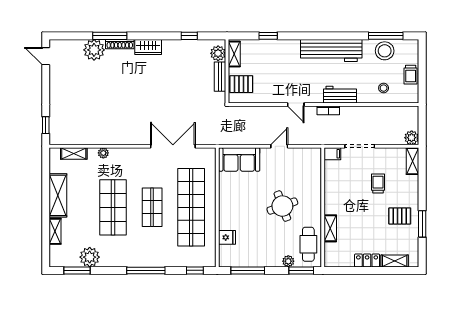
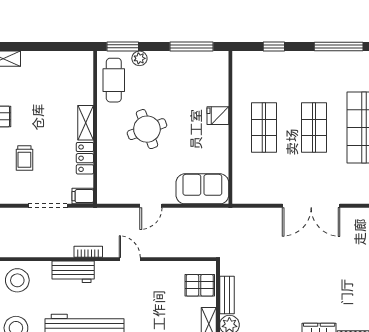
stool: (384, 88) -> (17, 280), width x1.89, depth x1.89
double door: (173, 146) -> (311, 206), moved
shop shelf: (191, 207) -> (264, 127), width x0.50, depth x0.74
shelving: (330, 228) -> (86, 123), moved
fridge: (227, 237) -> (218, 116), moved
locker: (367, 260) -> (85, 158), moved, turned 90
window: (146, 270) -> (339, 46), moved
window: (195, 270) -> (274, 46), moved

